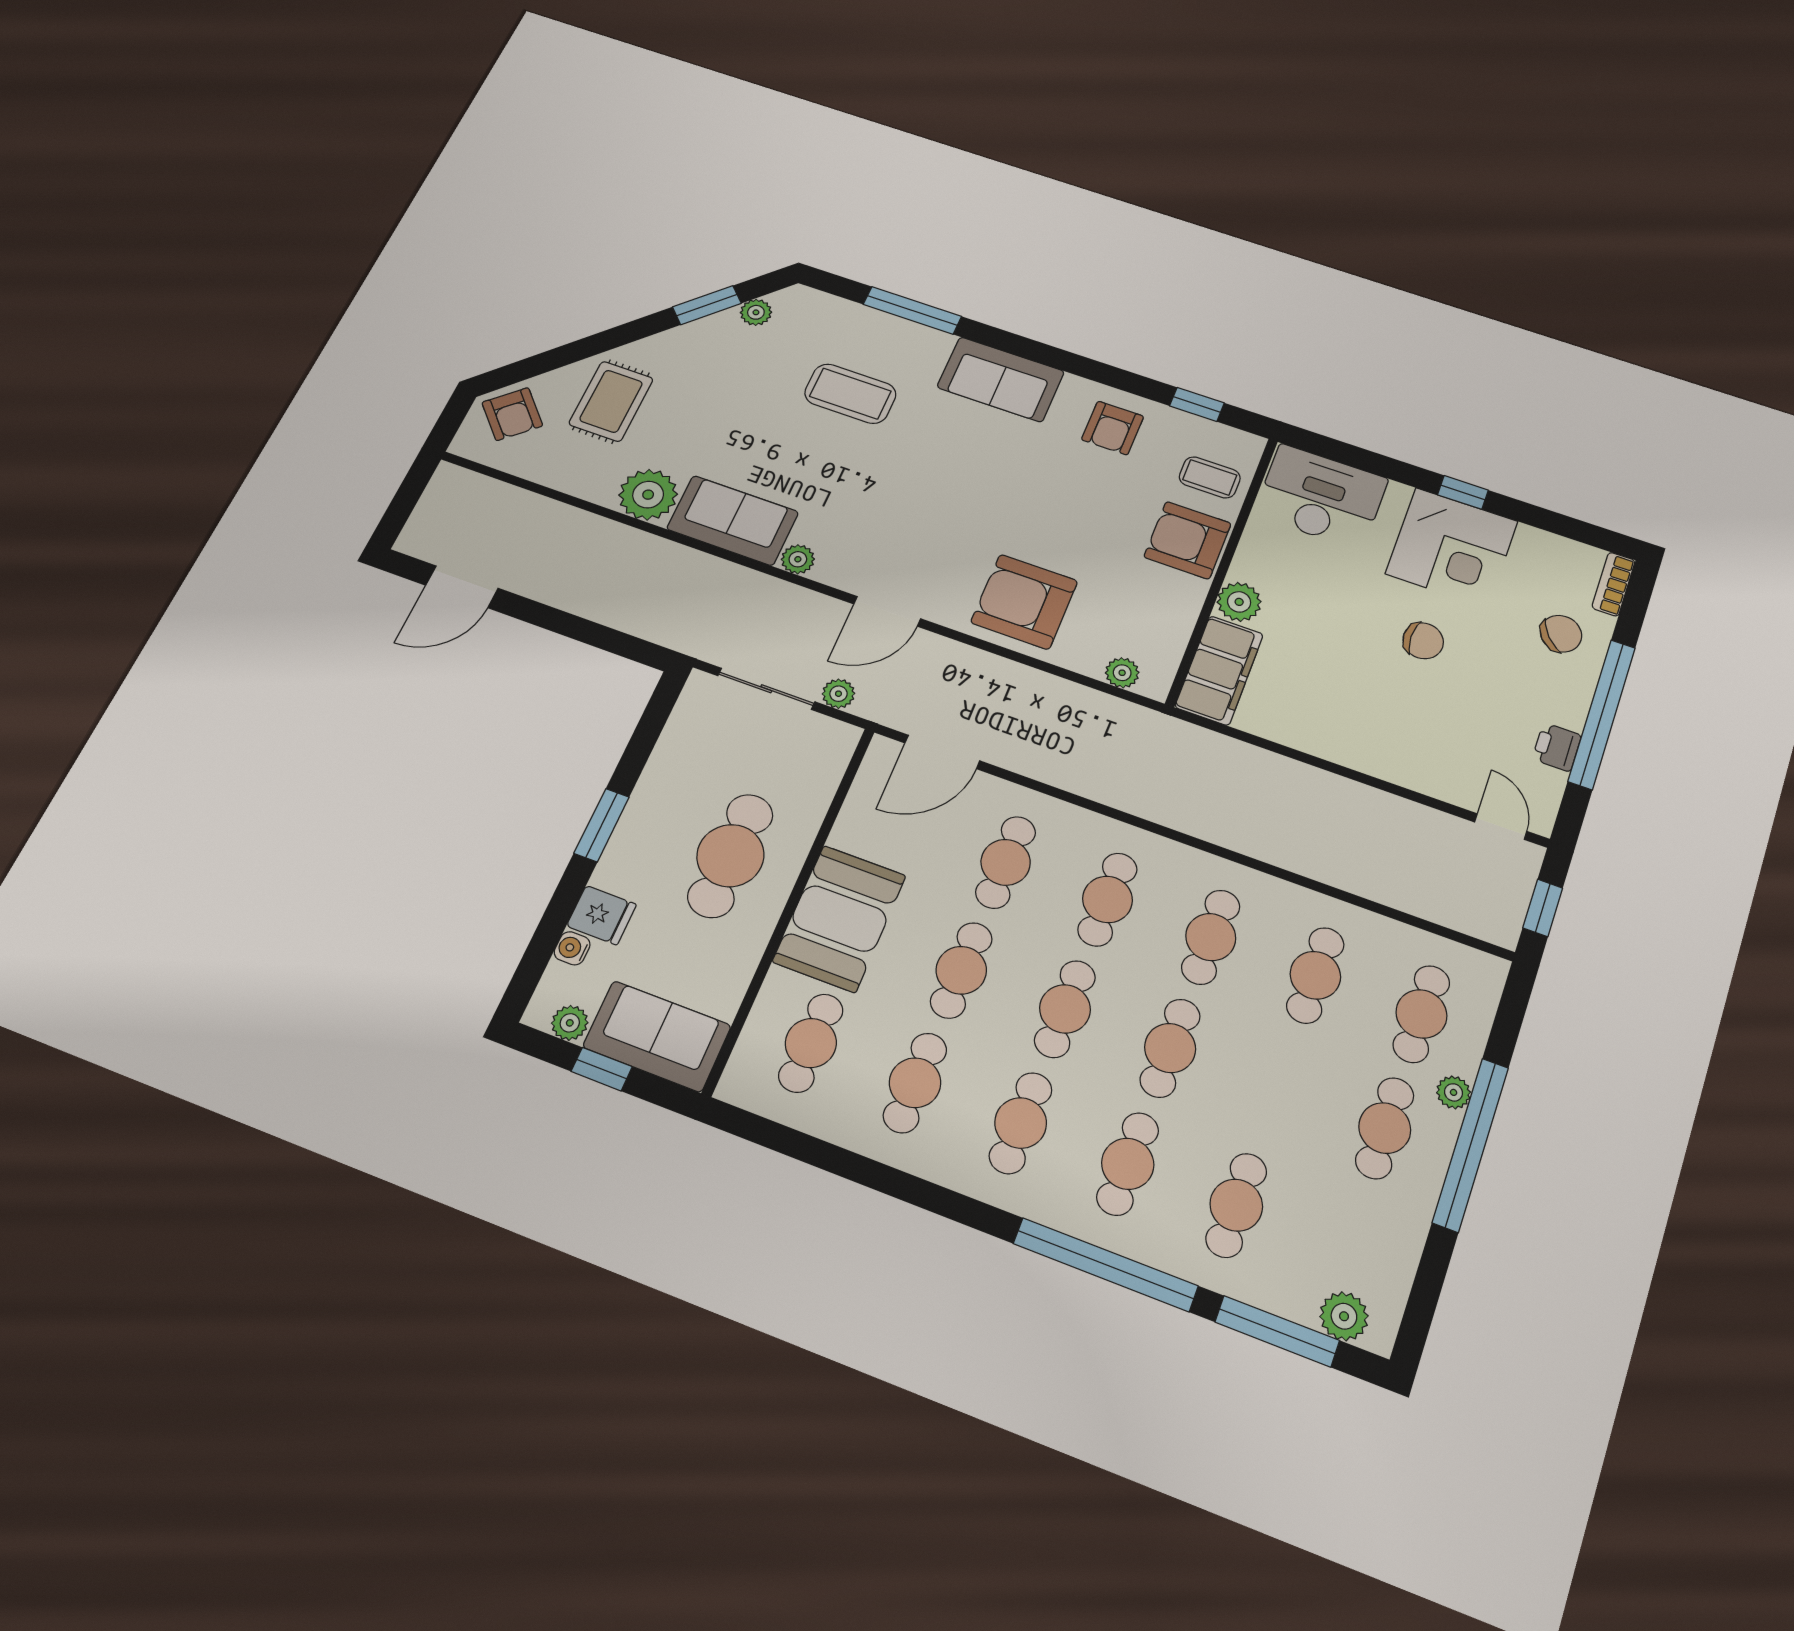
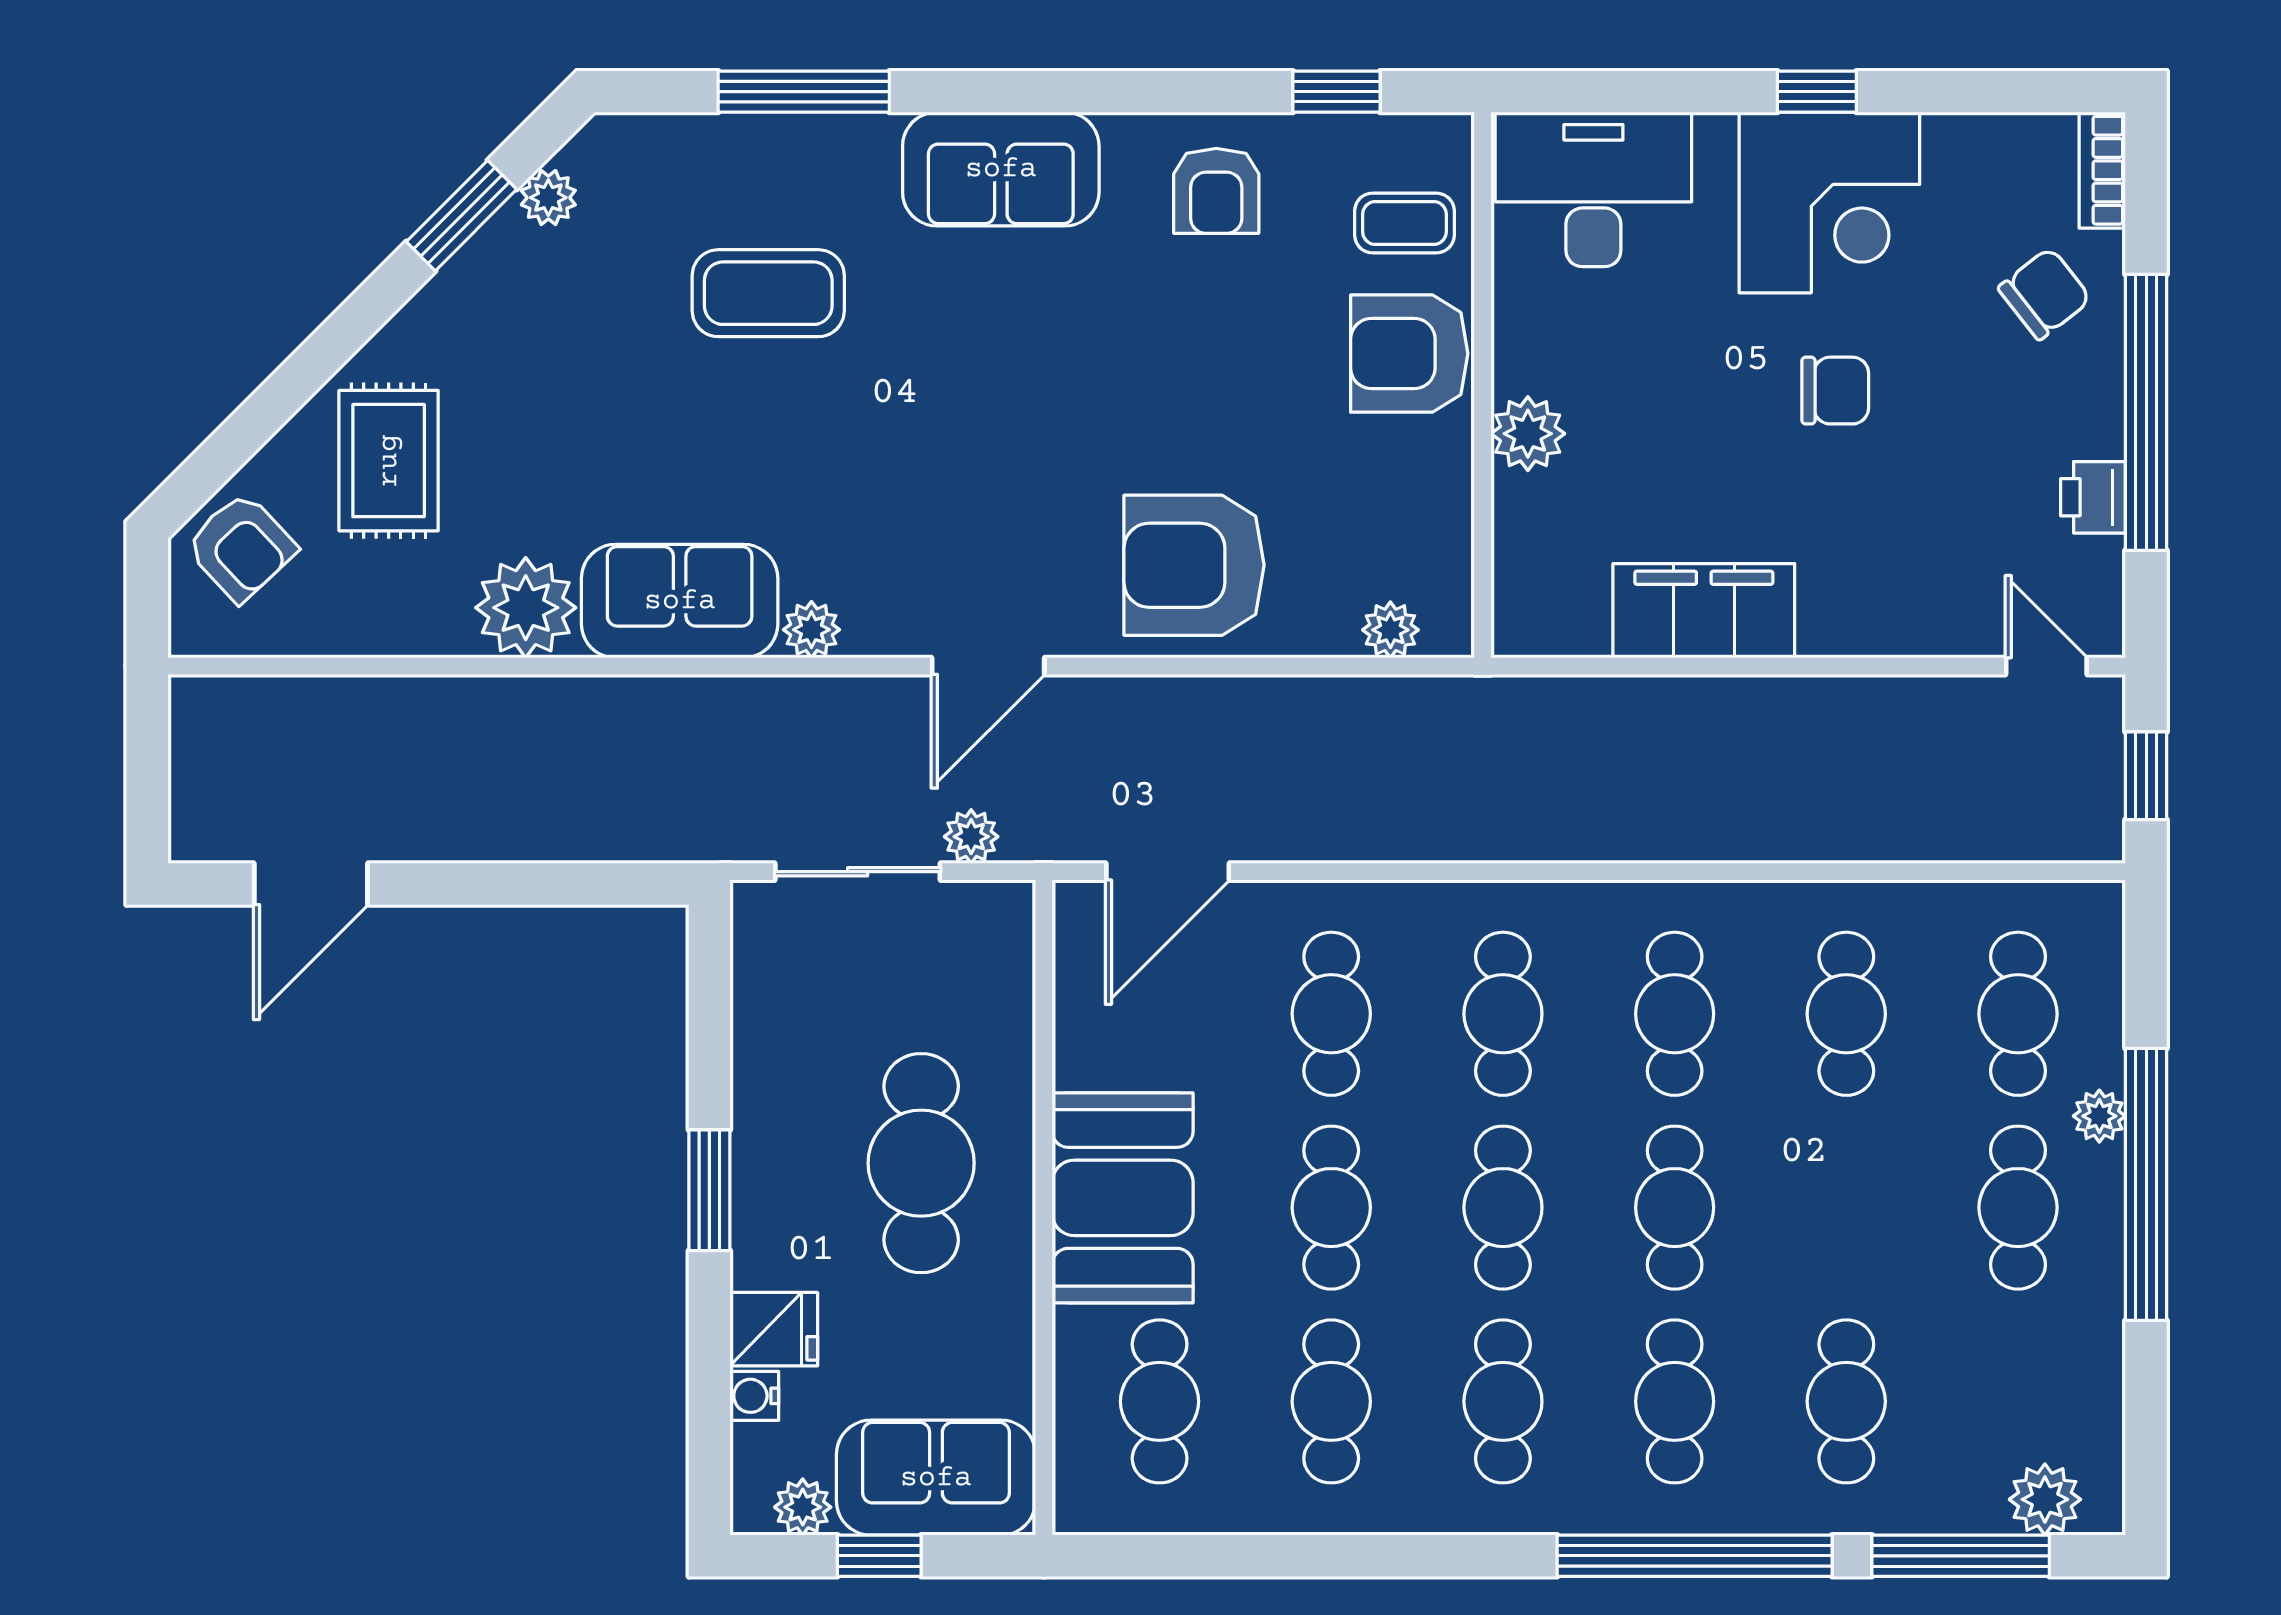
filing cabinet: (1219, 670) -> (1704, 611), moved, turned -90

